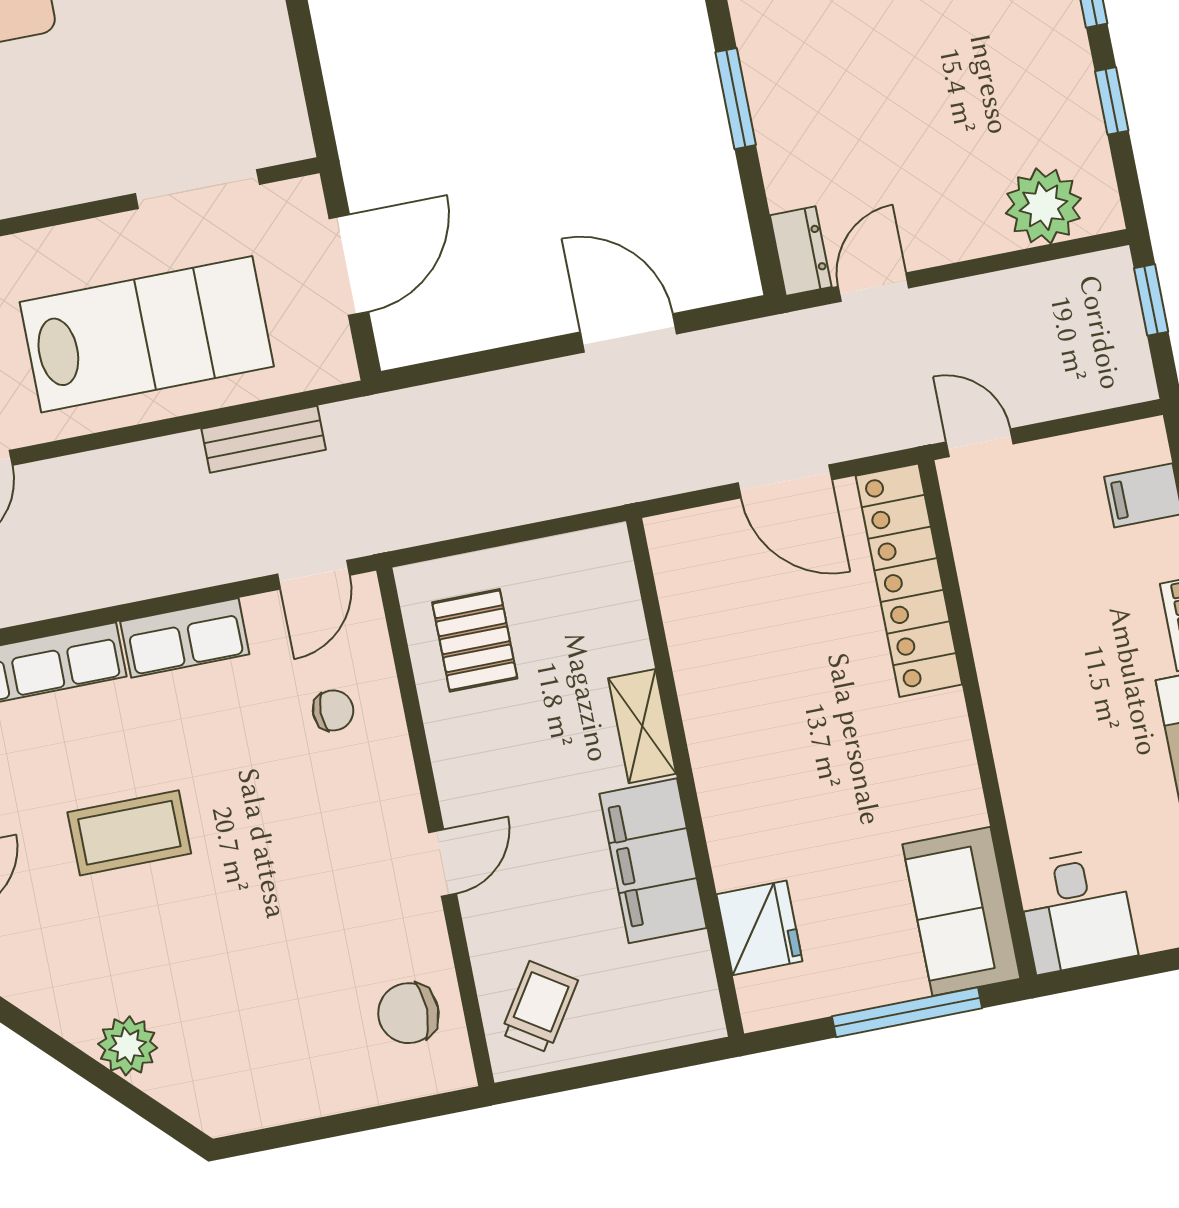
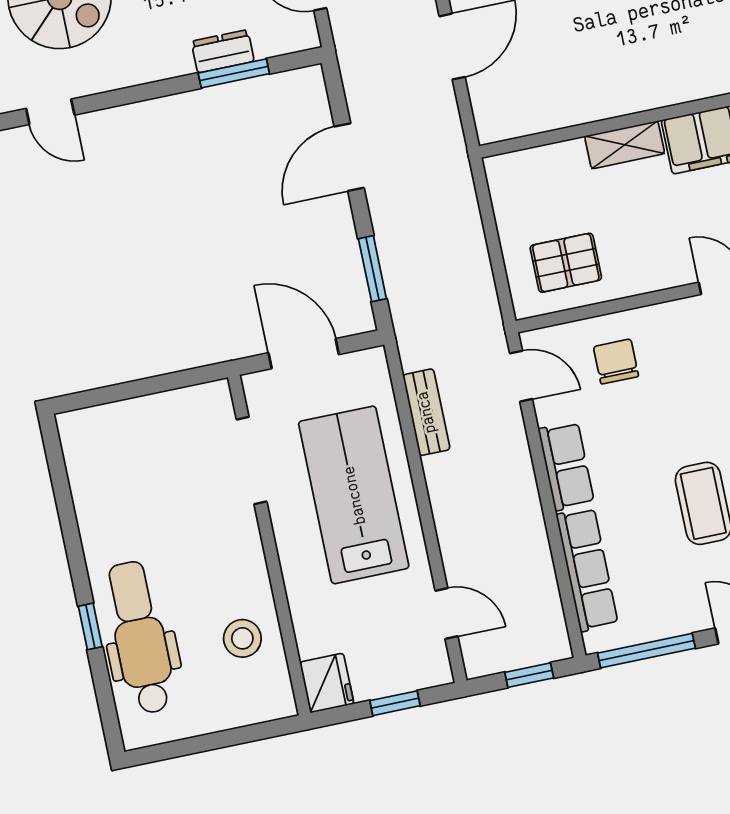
window: (736, 99) -> (234, 73), moved
dresser: (801, 251) -> (223, 51), moved
window: (469, 364) -> (372, 269), added
chair: (333, 710) -> (616, 362), width x1.37, depth x1.37

